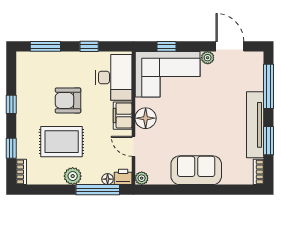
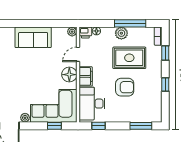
window: (89, 46) -> (98, 126), moved
door: (133, 146) -> (78, 54), swing flipped
window: (98, 190) -> (130, 23), moved

